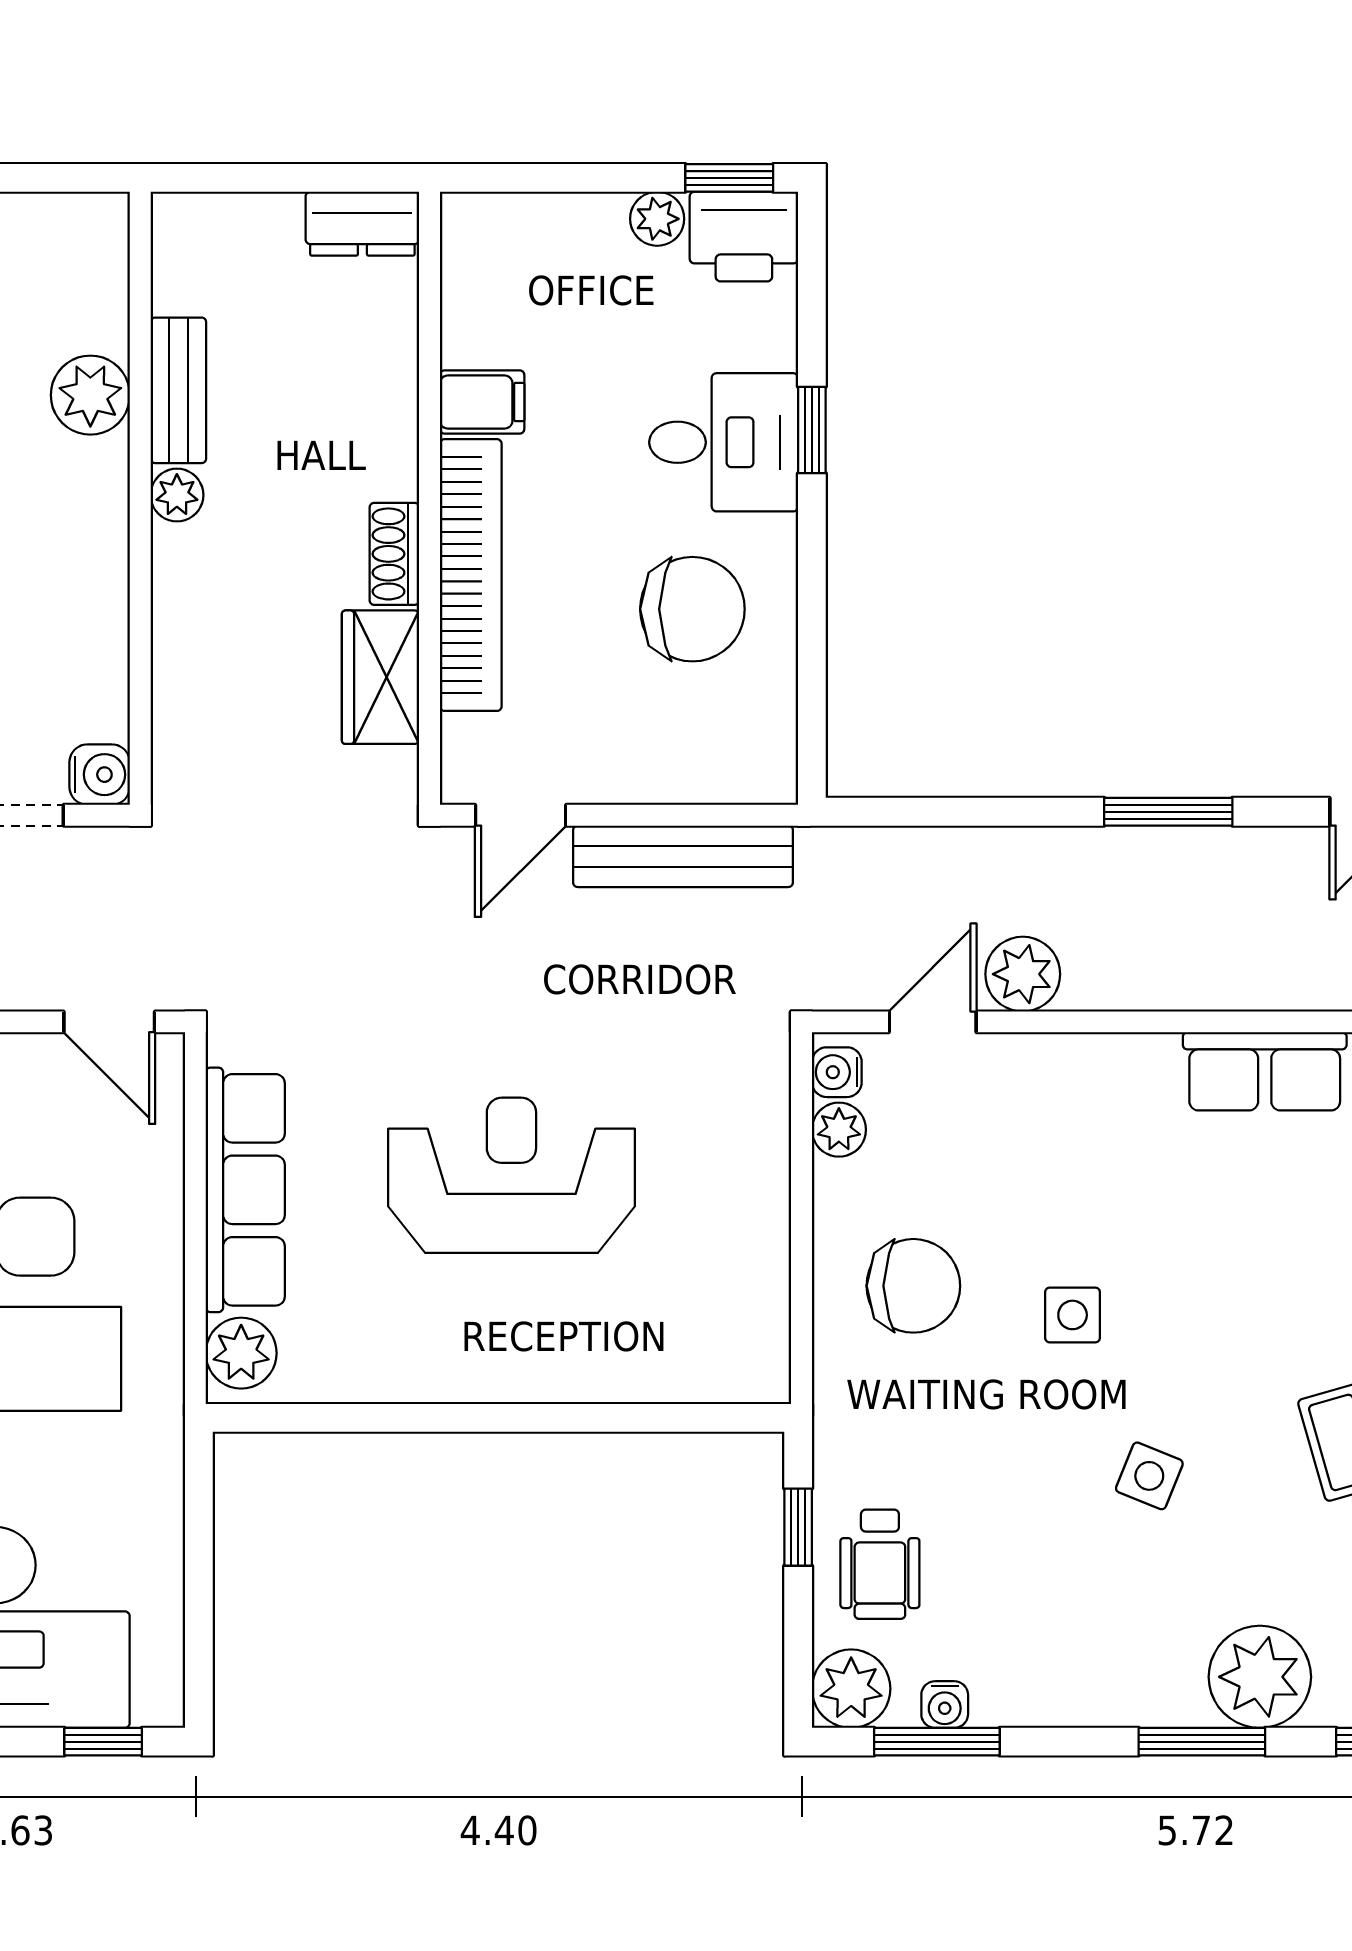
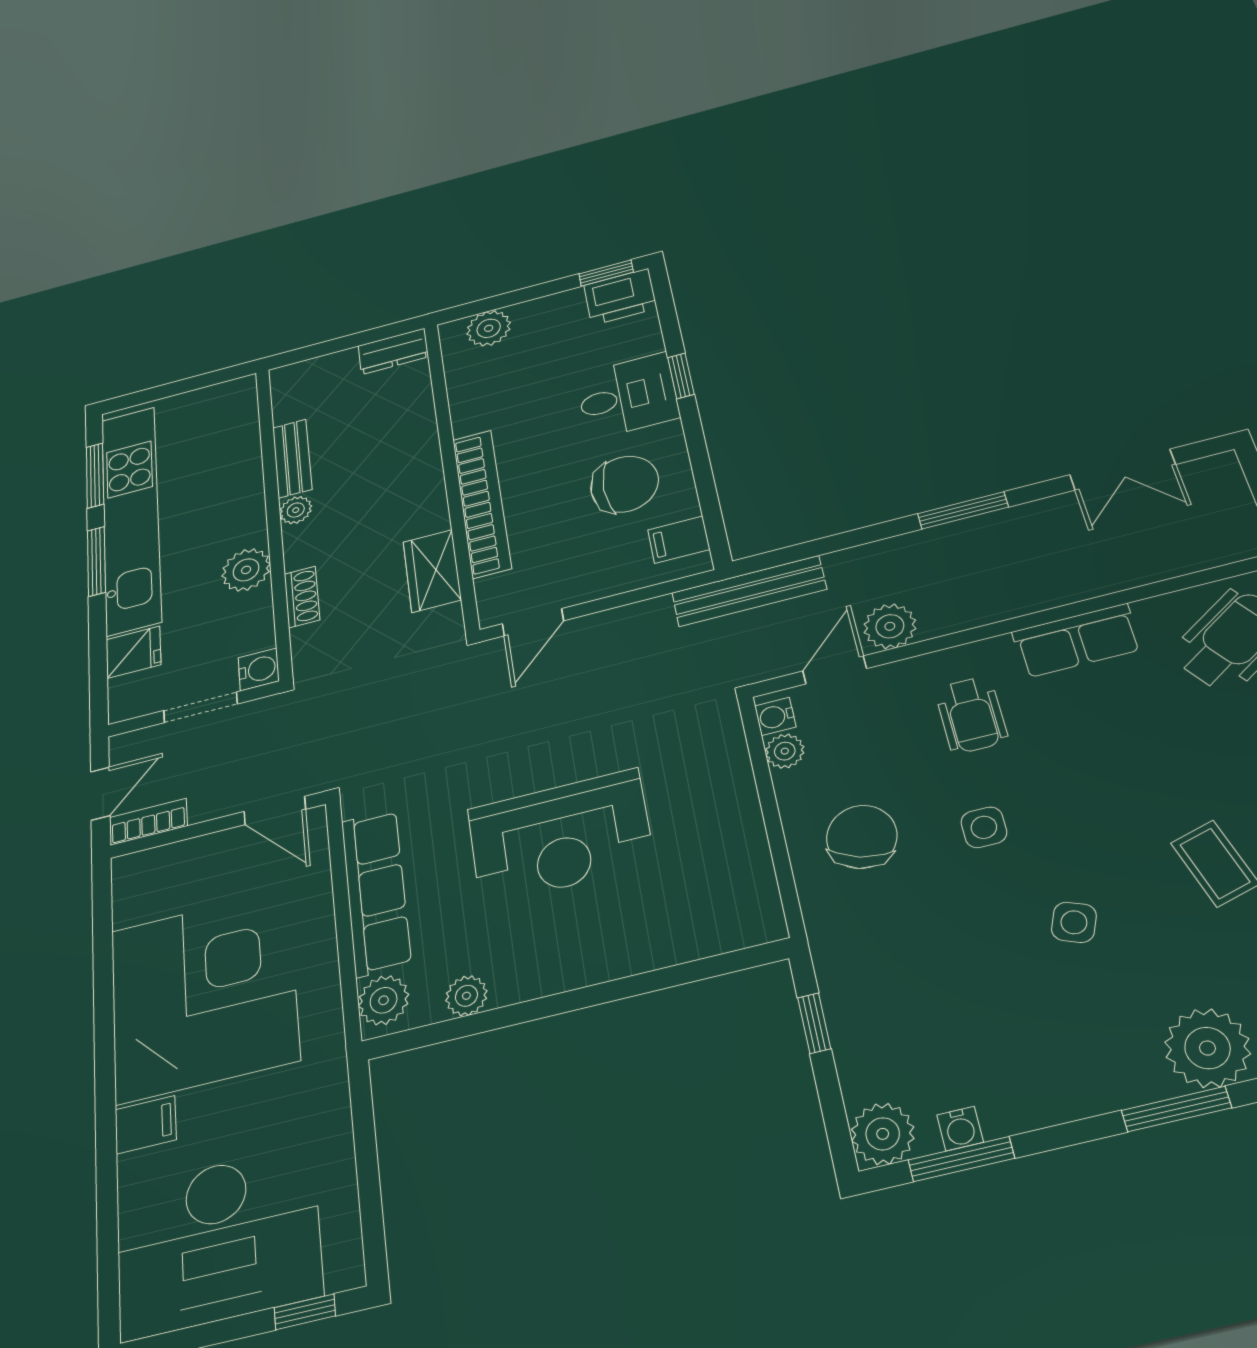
plant: (657, 219) -> (489, 328), moved, width x1.38, depth x1.38
plant: (90, 395) -> (246, 570), moved
filing cabinet: (482, 402) -> (679, 540), moved, turned 180
shoe rack: (394, 554) -> (302, 597), moved, turned 180
bench: (683, 856) -> (749, 591), moved
reception desk: (511, 1175) -> (560, 837), turned 180
chair: (913, 1286) -> (862, 837), turned -73
plant: (354, 1375) -> (466, 996), added
wheelchair: (880, 1564) -> (971, 715), moved

